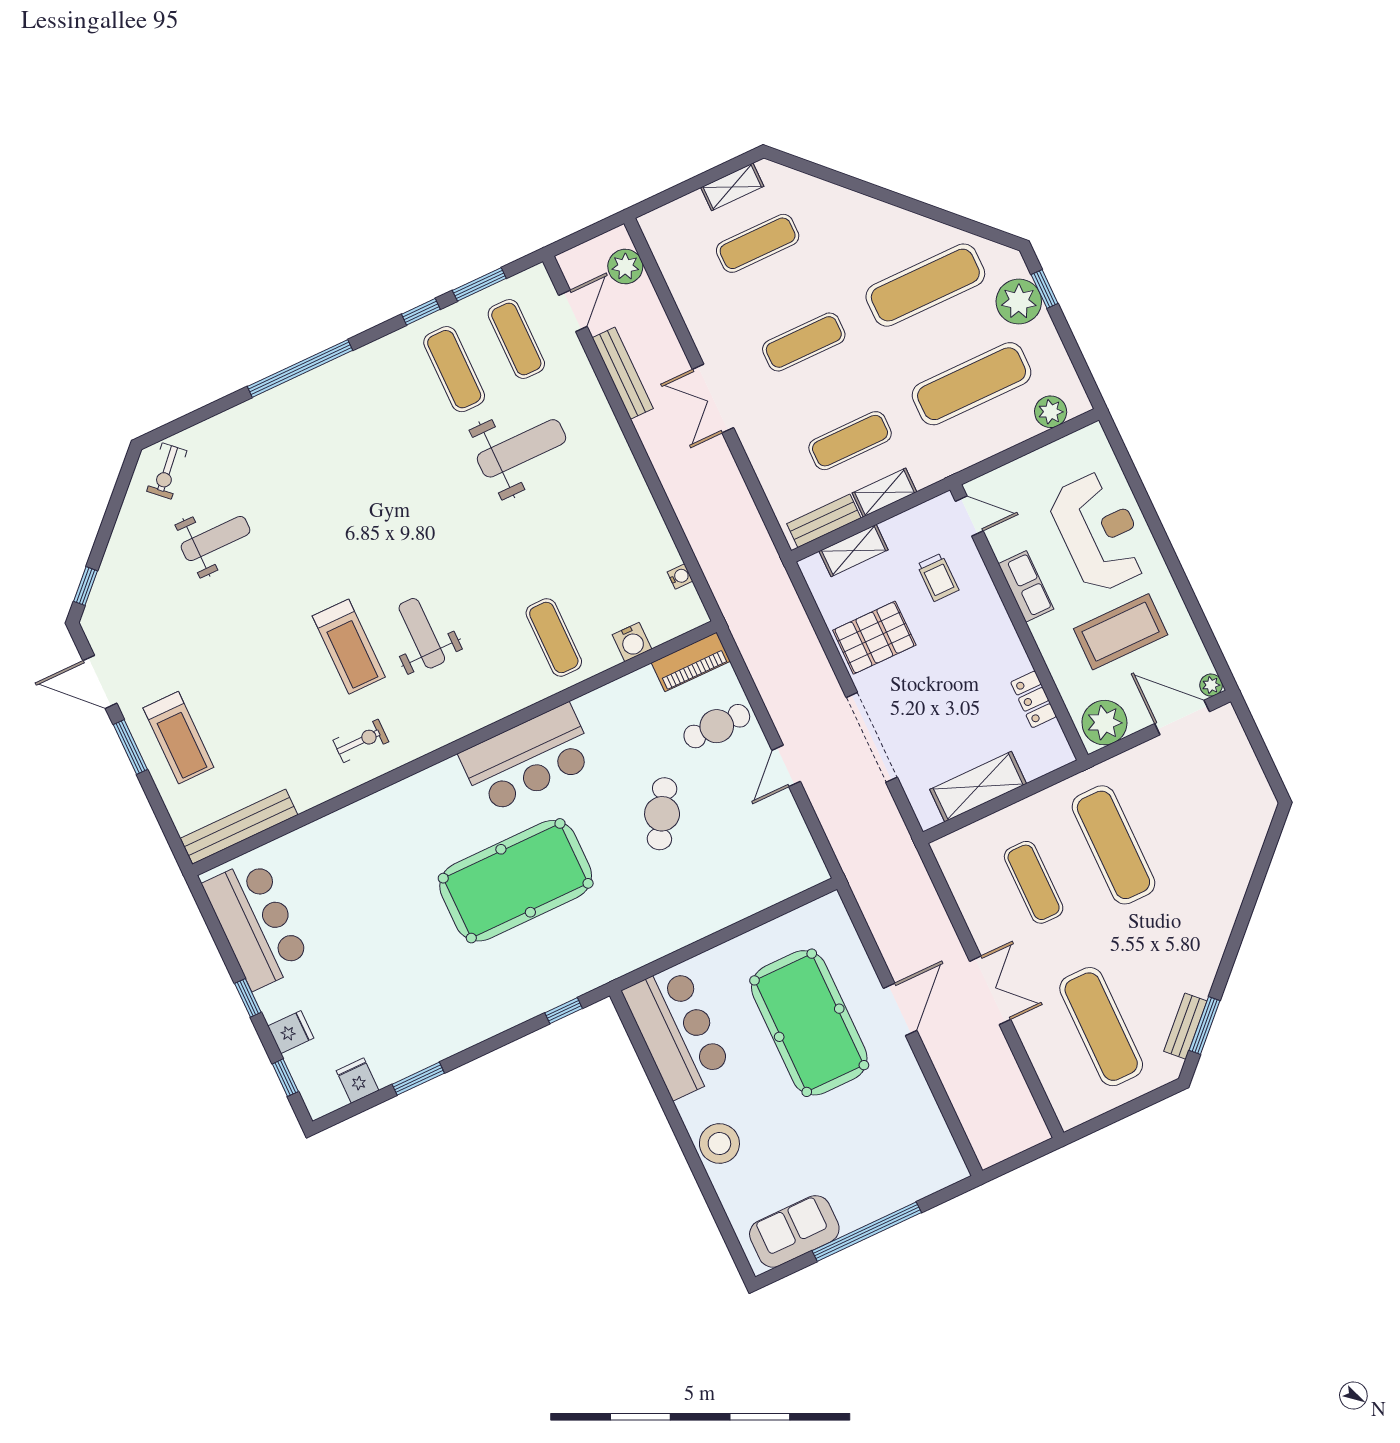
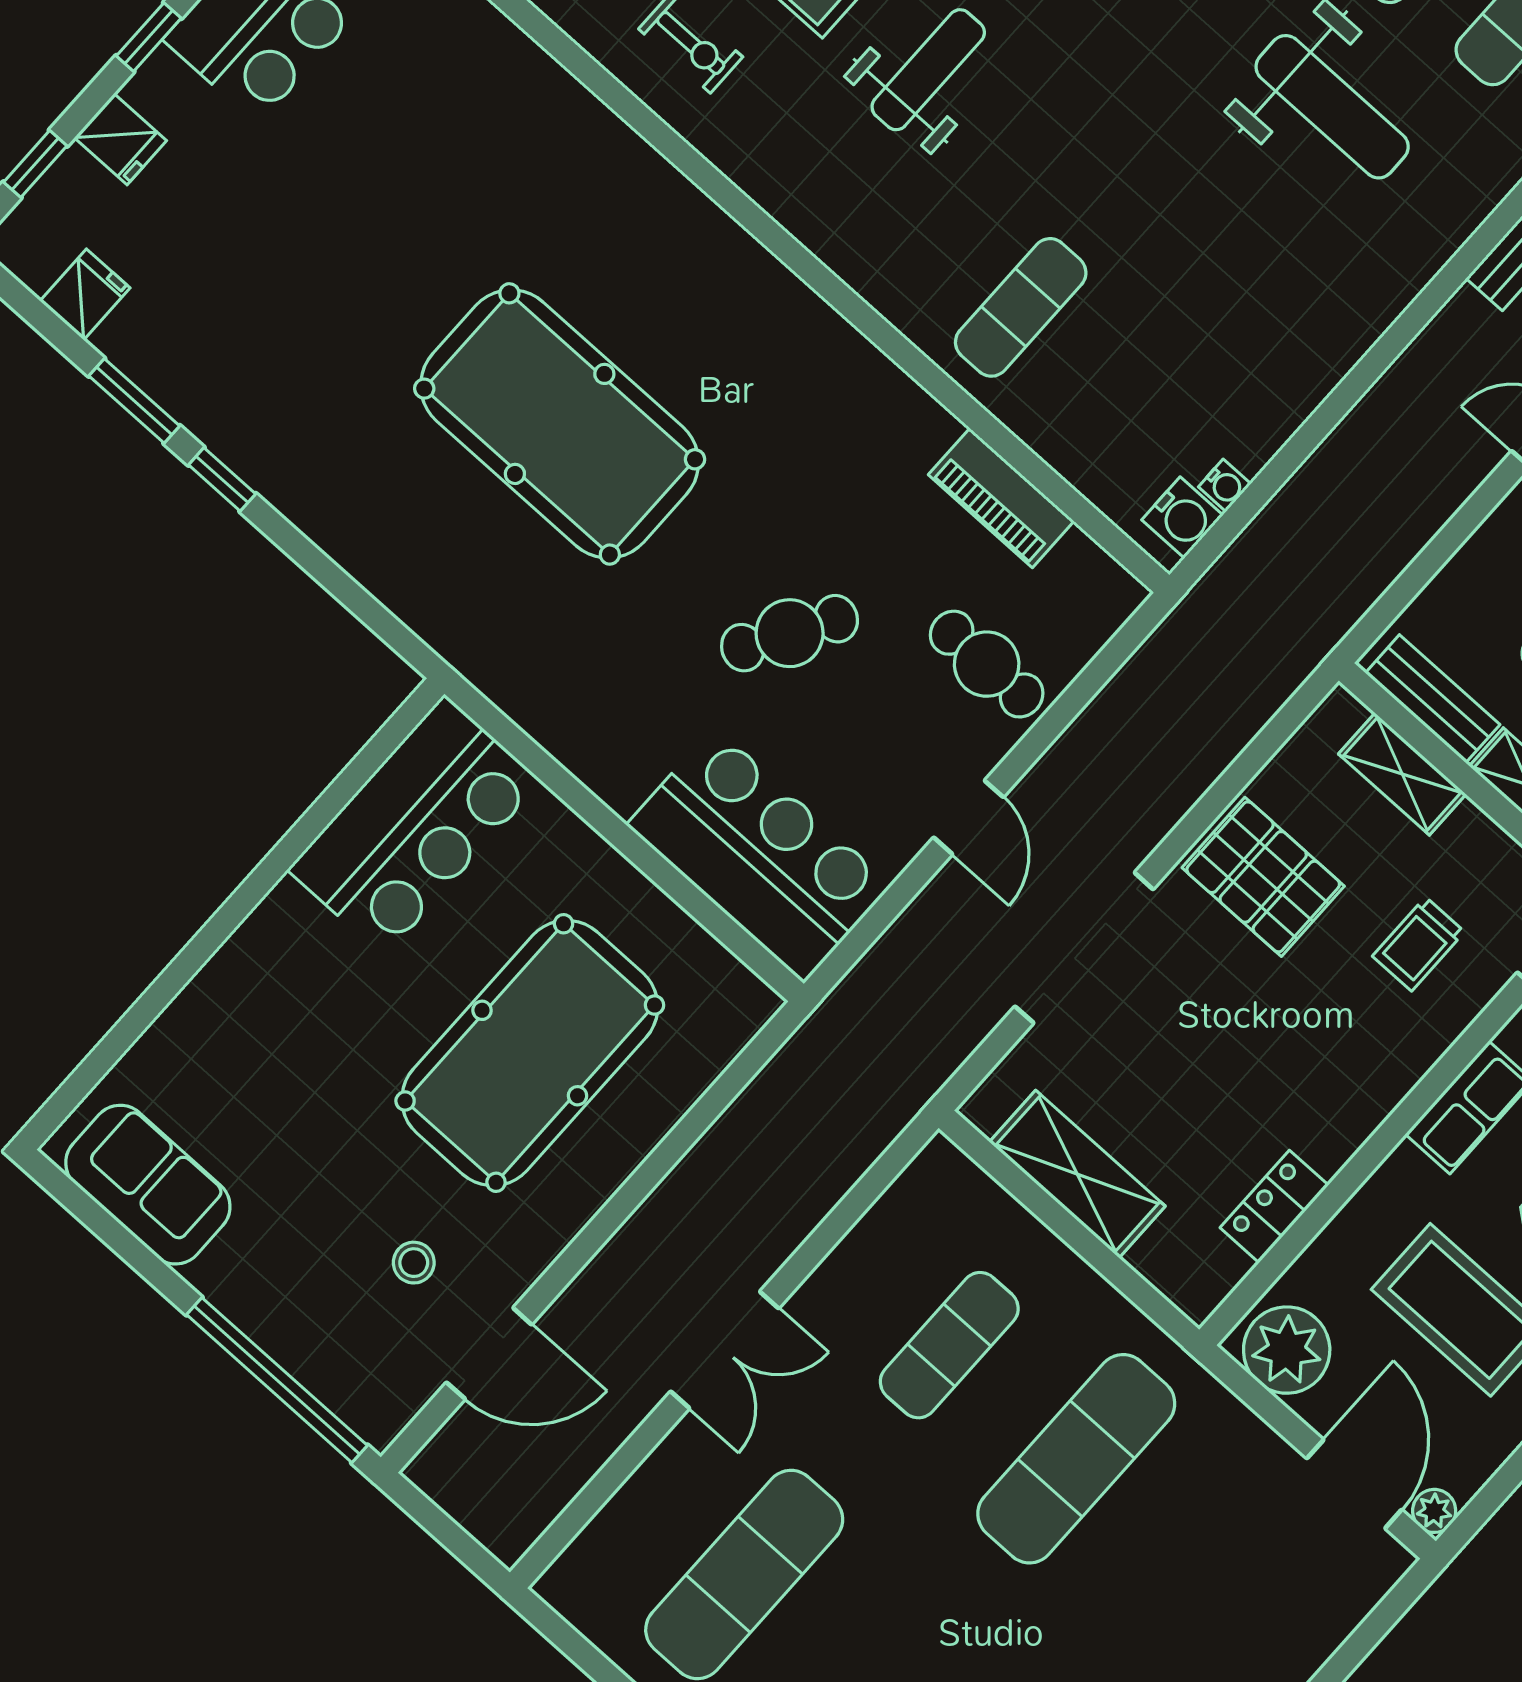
water cooler: (632, 642) -> (1182, 517), moved, turned -90
piano: (691, 662) -> (1001, 498), moved
bar counter: (528, 758) -> (759, 855), moved, turned 180
door: (786, 766) -> (969, 817), swing flipped
door: (900, 1009) -> (489, 1353), moved
window: (564, 1011) -> (222, 479), moved
stool: (719, 1144) -> (414, 1263), moved, width x0.53, depth x0.53
window: (867, 1232) -> (277, 1380), moved

